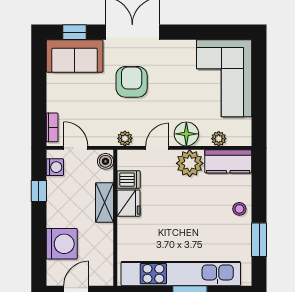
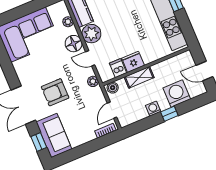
washing machine: (55, 167) -> (153, 109), moved
window: (39, 191) -> (169, 114), moved

